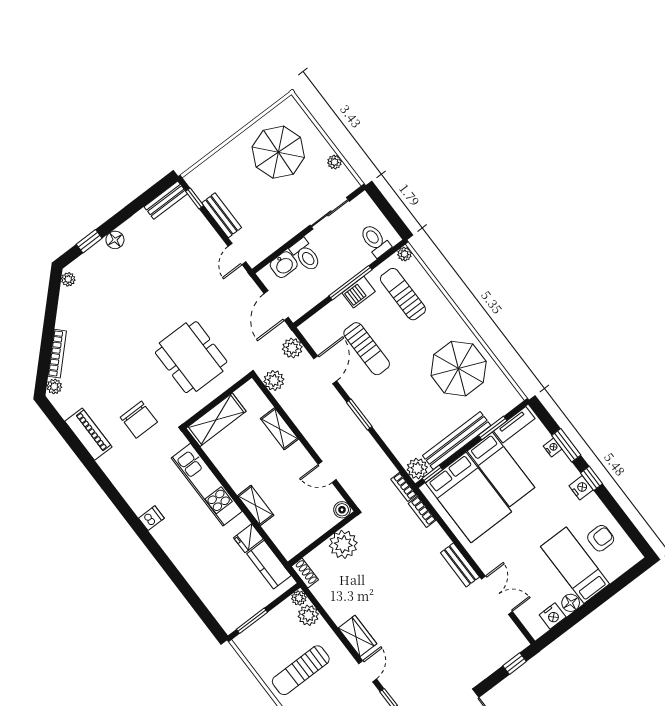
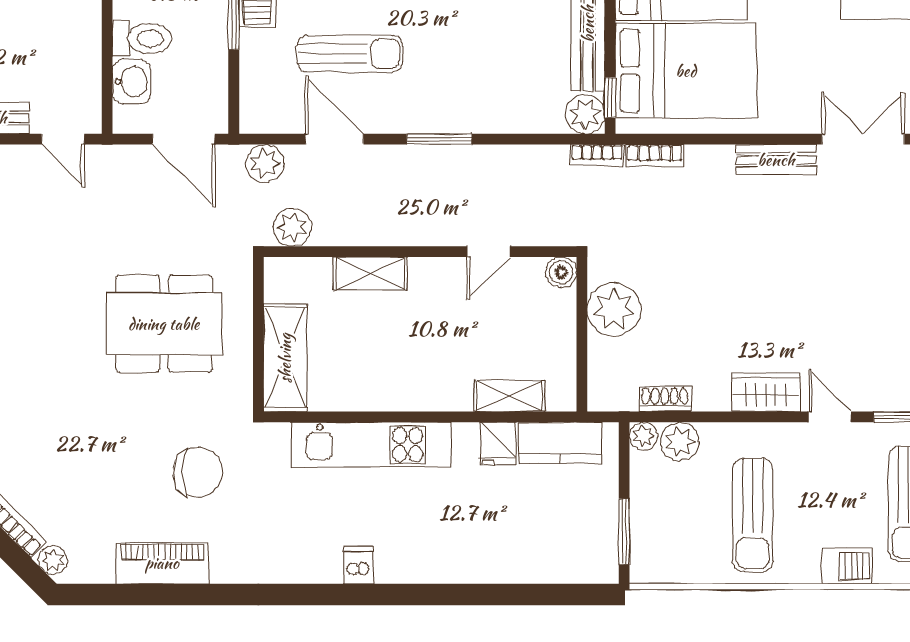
shelving: (256, 505) -> (509, 396), moved
shoe rack: (305, 573) -> (665, 399), moved

